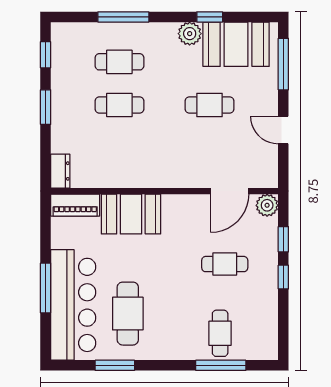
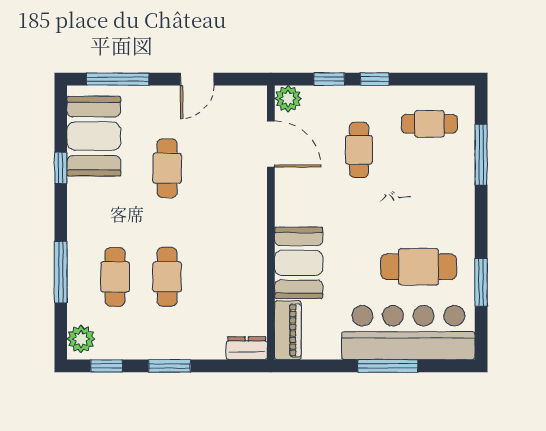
plant: (190, 34) -> (81, 339), moved
cafe table: (220, 333) -> (429, 124), moved

